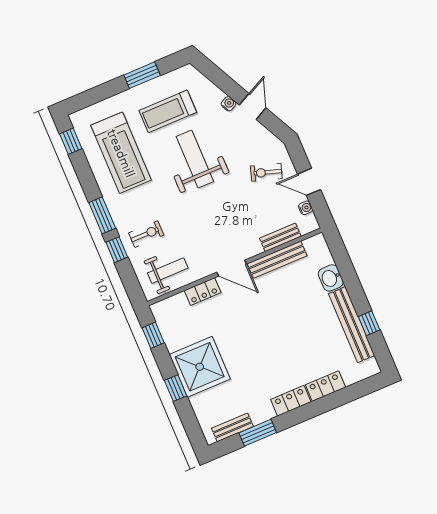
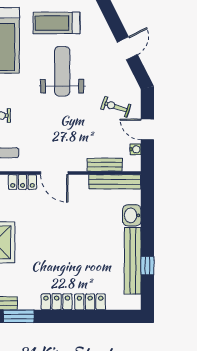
water cooler: (229, 104) -> (109, 38), removed
bench: (277, 260) -> (115, 182), moved

